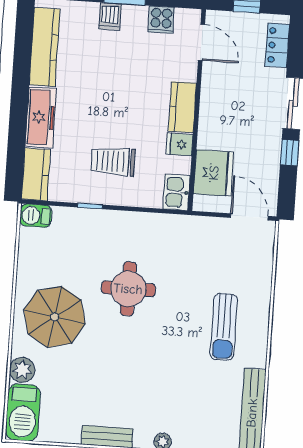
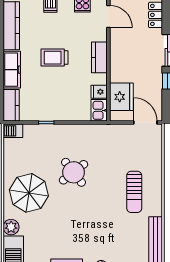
fridge: (180, 144) -> (99, 92), moved
trolley: (113, 161) -> (54, 58), moved
round table: (128, 289) -> (73, 172), turned -38

